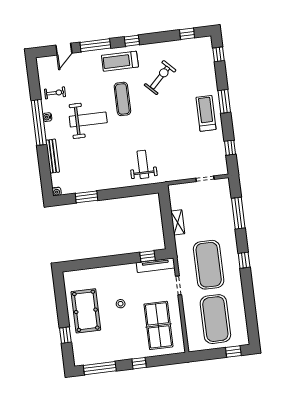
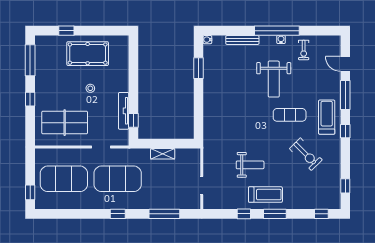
window: (230, 148) -> (244, 214), moved
weight bench: (143, 164) -> (250, 165), moved
tv unit: (156, 265) -> (124, 111), moved

